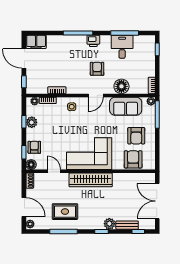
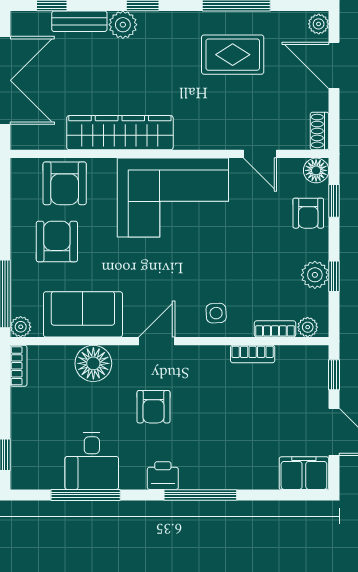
wardrobe: (91, 180) -> (120, 133), moved

